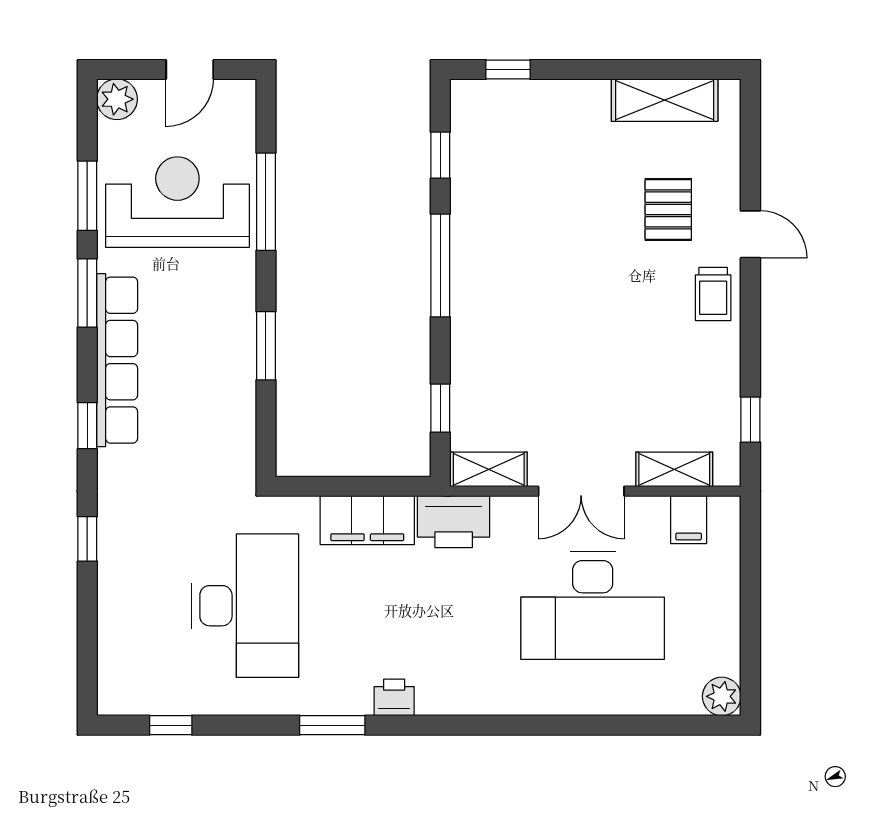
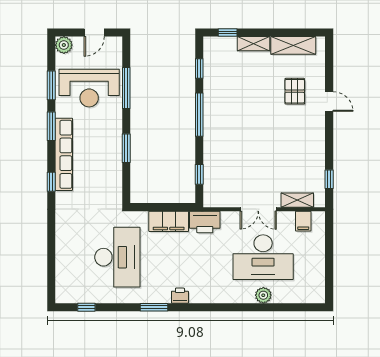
reception desk: (177, 202) -> (89, 88), turned 180
trolley: (713, 294) -> (314, 127), removed
shelving: (489, 469) -> (254, 44), moved
window: (87, 539) -> (51, 229), removed
plant: (722, 696) -> (263, 295), moved

